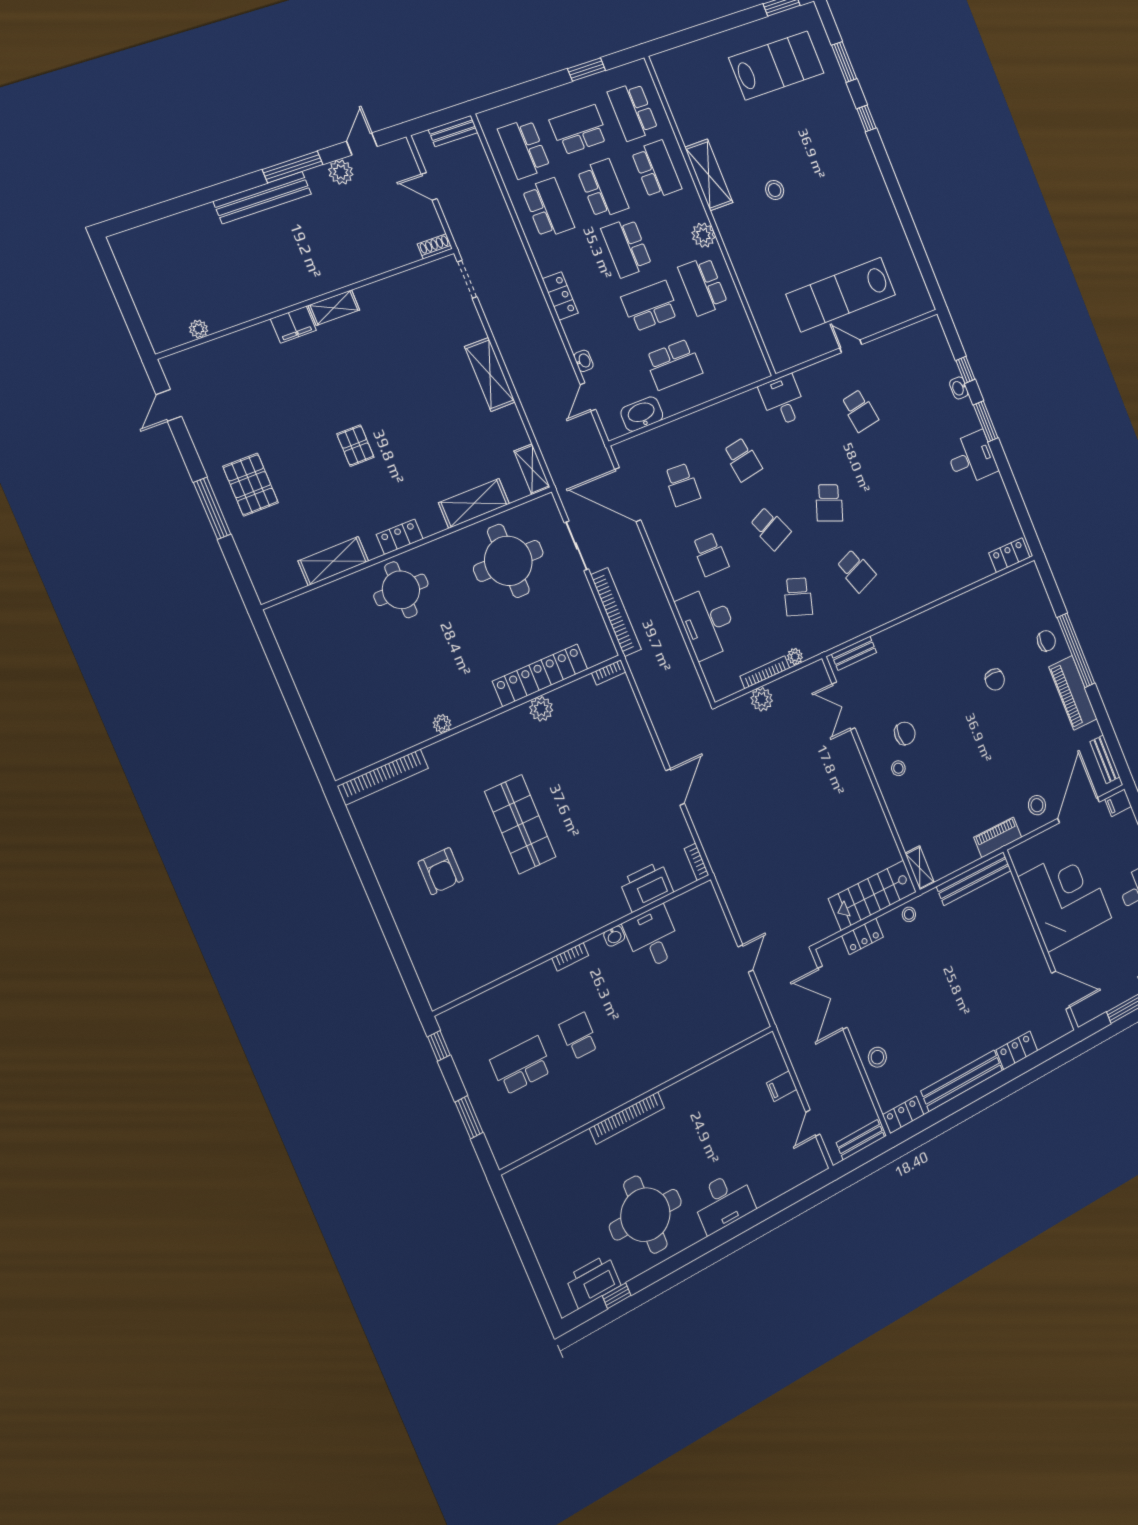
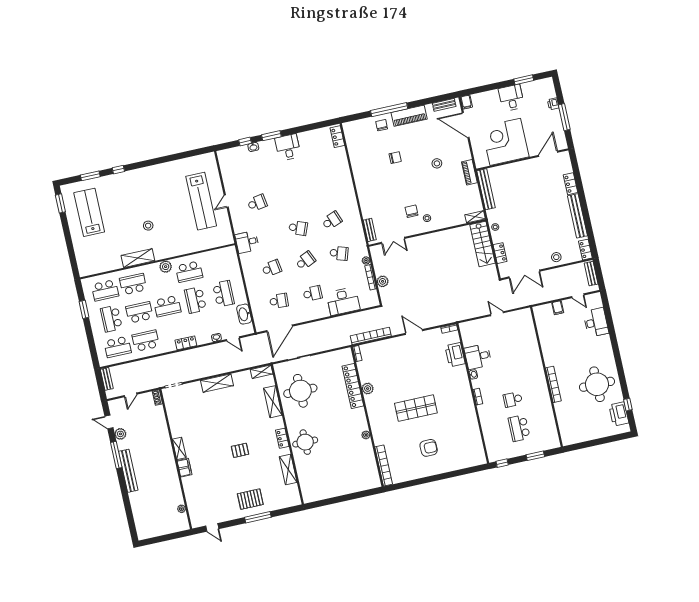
bookcase: (616, 612) -> (371, 336), moved
stool: (1037, 805) -> (437, 163), moved
desk: (724, 1202) -> (596, 322), moved

